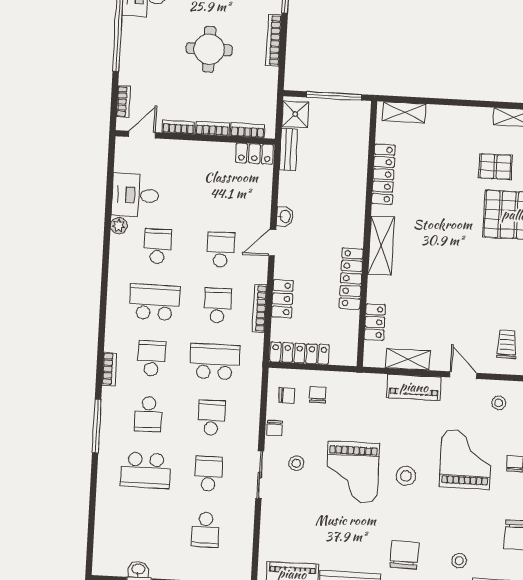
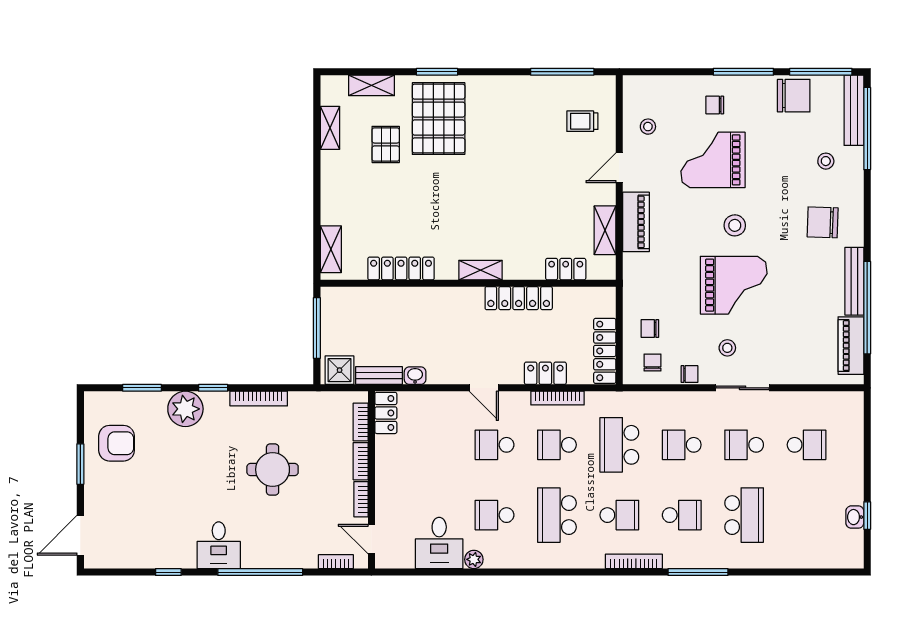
washbasin: (285, 216) -> (415, 376), moved
shelving: (381, 246) -> (481, 270), width x0.67, depth x0.75
school desk: (152, 358) -> (619, 515), turned 180
bookcase: (109, 369) -> (634, 561), width x1.56

